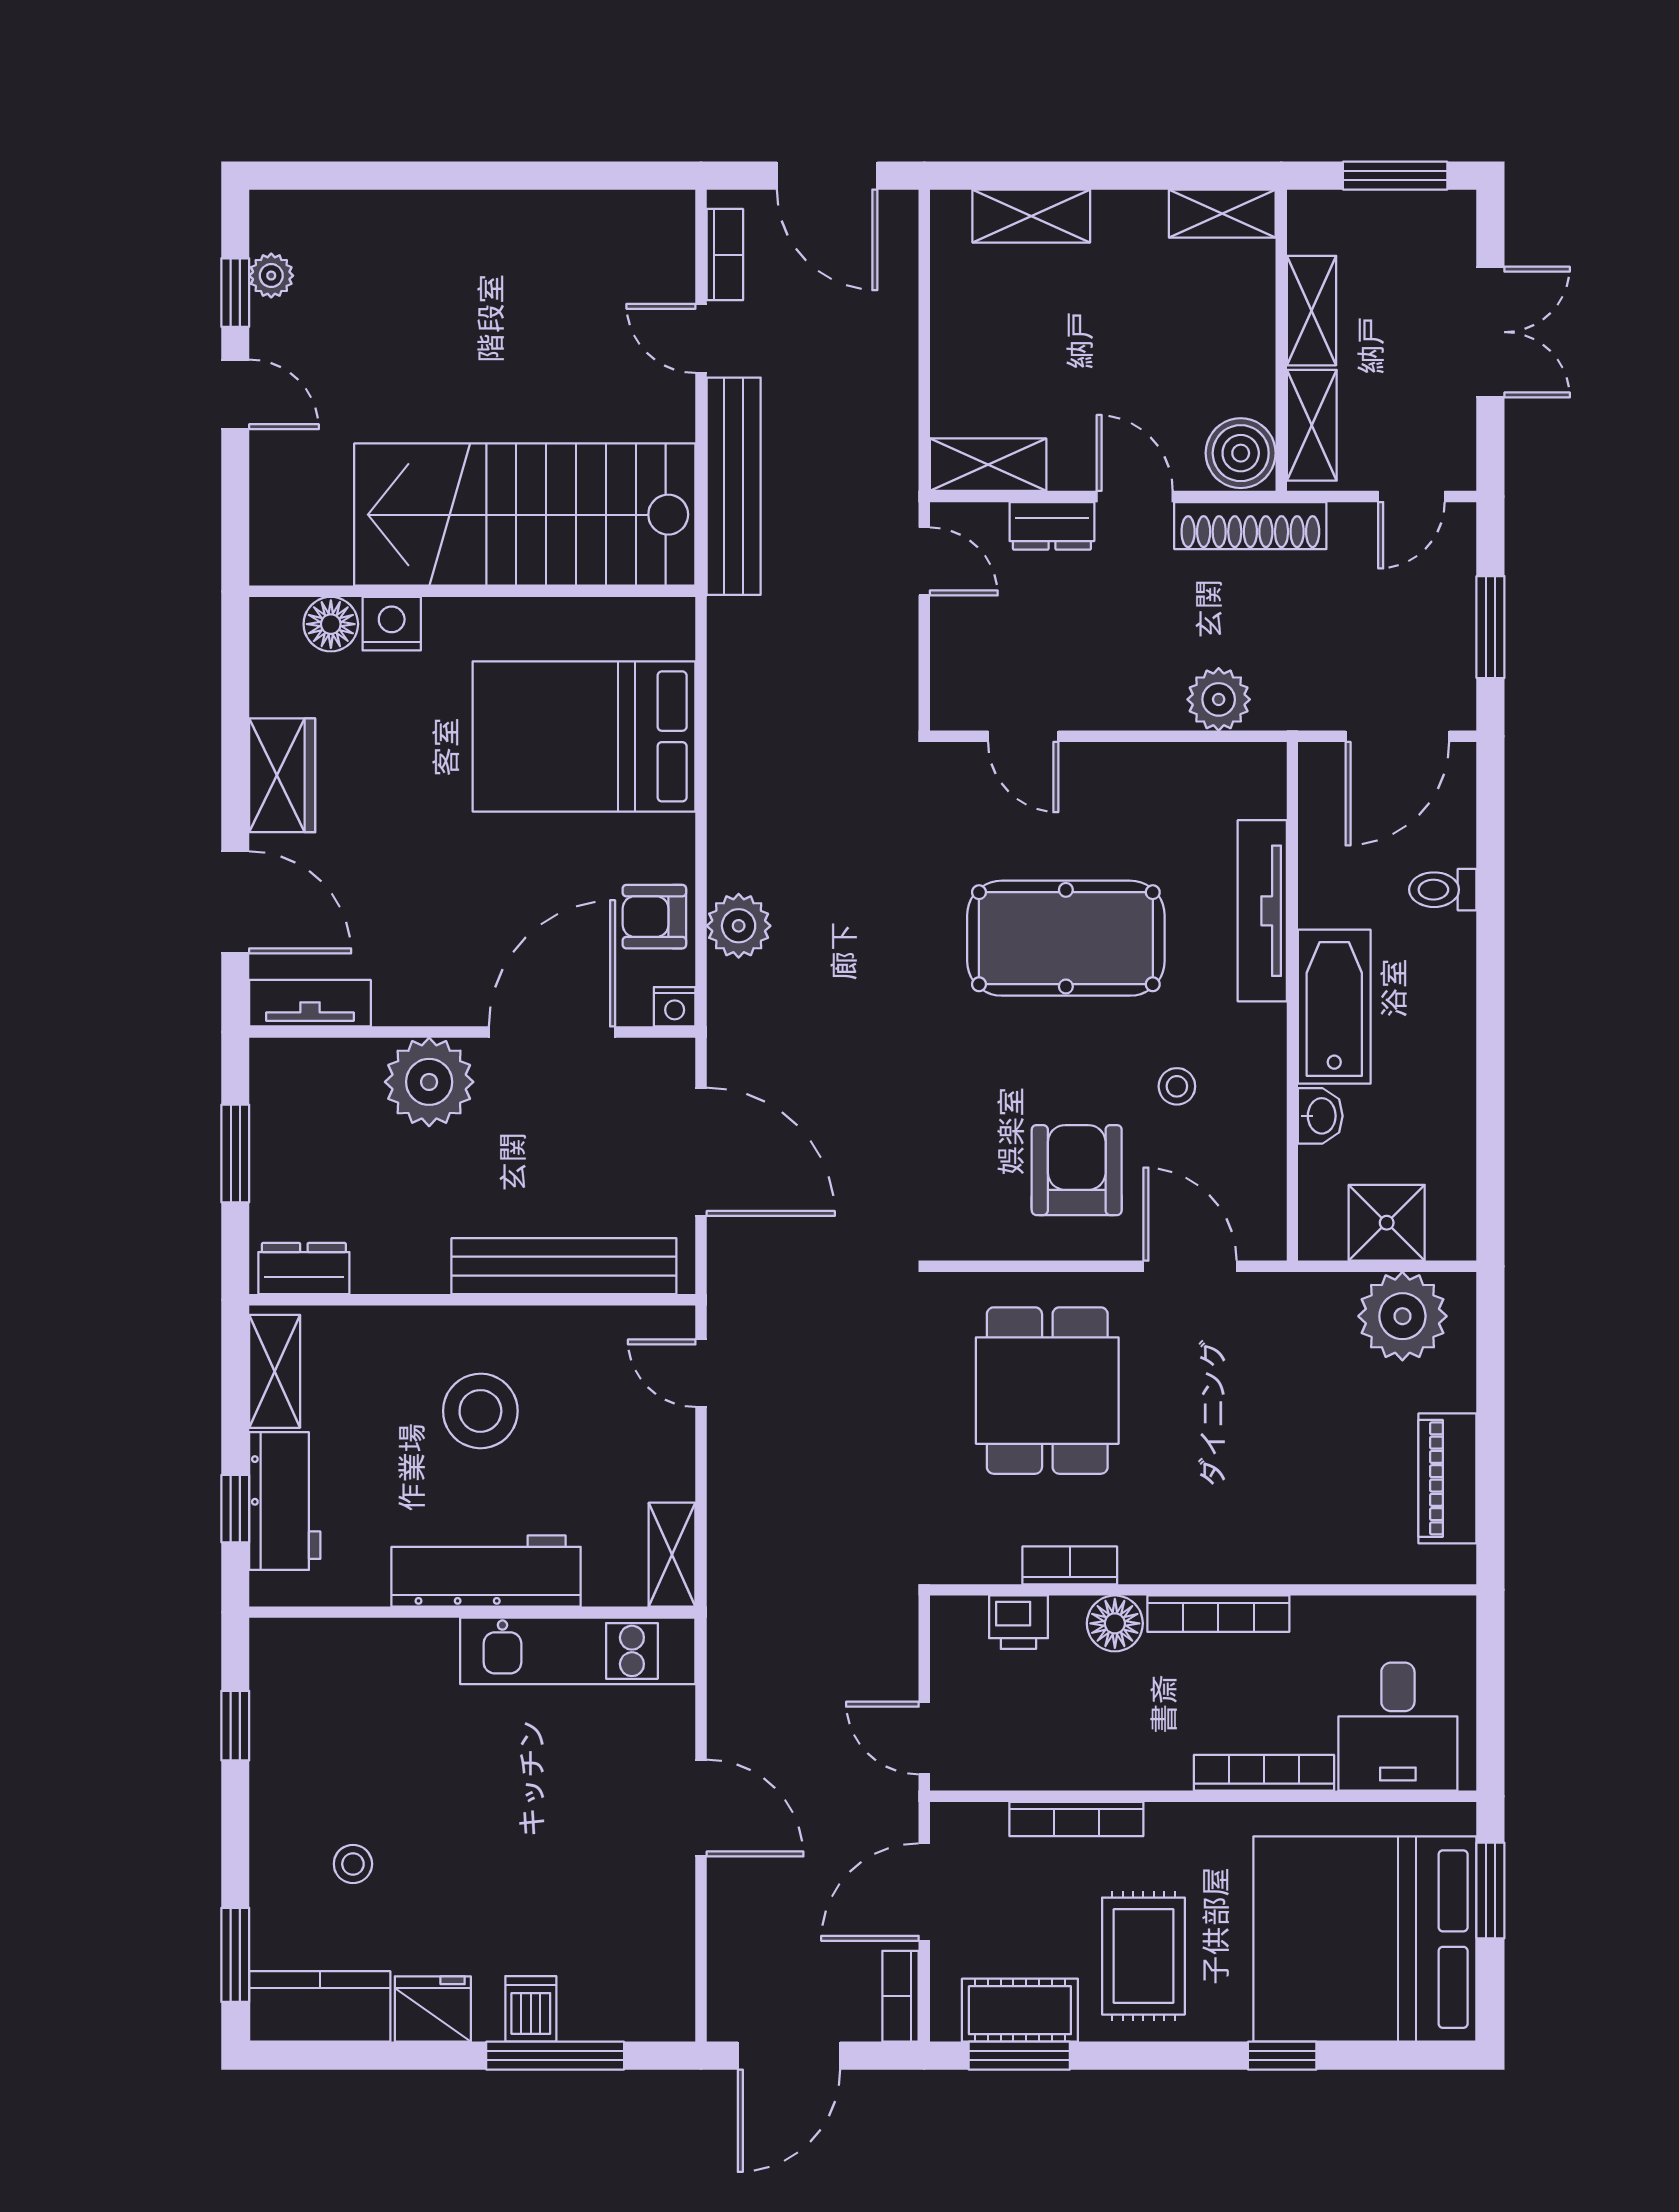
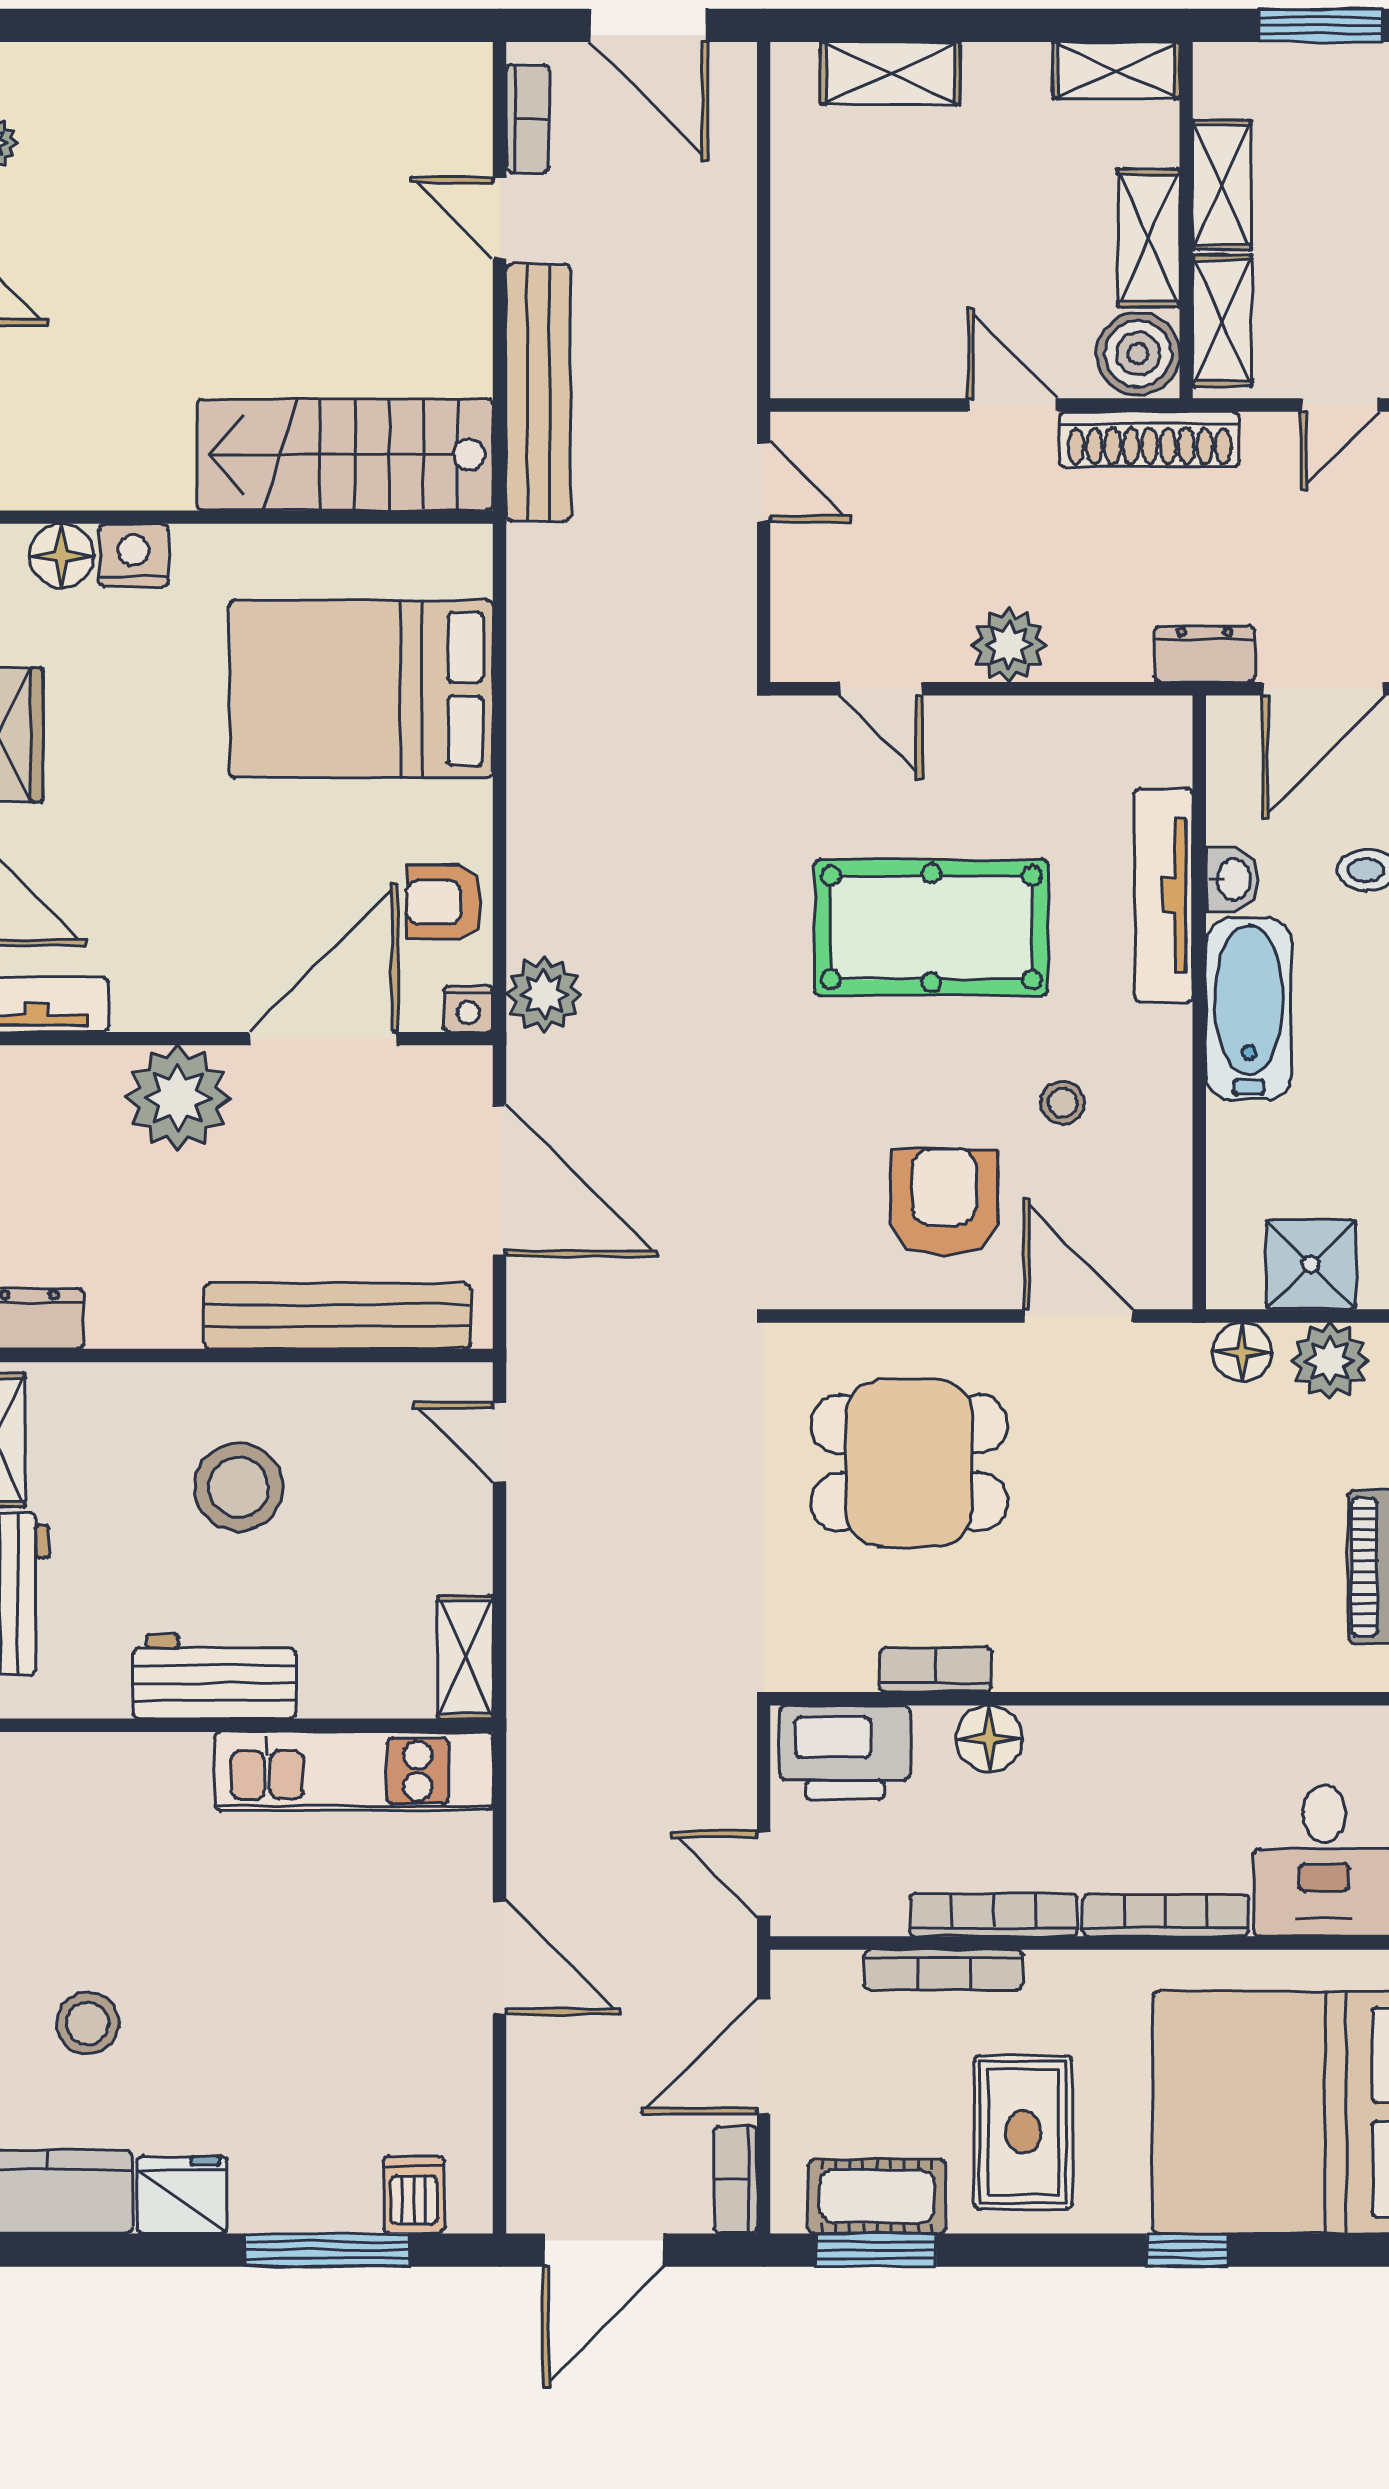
shelving: (988, 465) -> (1148, 238), moved, turned 90
stairs: (525, 515) -> (345, 455), width x0.73, depth x0.66
dresser: (1052, 526) -> (1205, 654), moved, turned 180
plant: (1219, 699) -> (1009, 645), moved
plant: (739, 926) -> (544, 995), moved
washbasin: (1320, 1116) -> (1232, 880), moved
floor lamp: (1329, 1297) -> (1242, 1352), added
plant: (1402, 1316) -> (1330, 1361), width x0.73, depth x0.73
dining table: (1047, 1391) -> (909, 1463), turned 90
workbench: (486, 1571) -> (215, 1677), width x0.73
bookcase: (1218, 1614) -> (994, 1915), moved, turned 180
printer: (1018, 1622) -> (845, 1752), width x1.87, depth x1.48
stool: (353, 1864) -> (88, 2023), width x1.37, depth x1.37
dishwasher: (531, 2009) -> (414, 2195), moved

